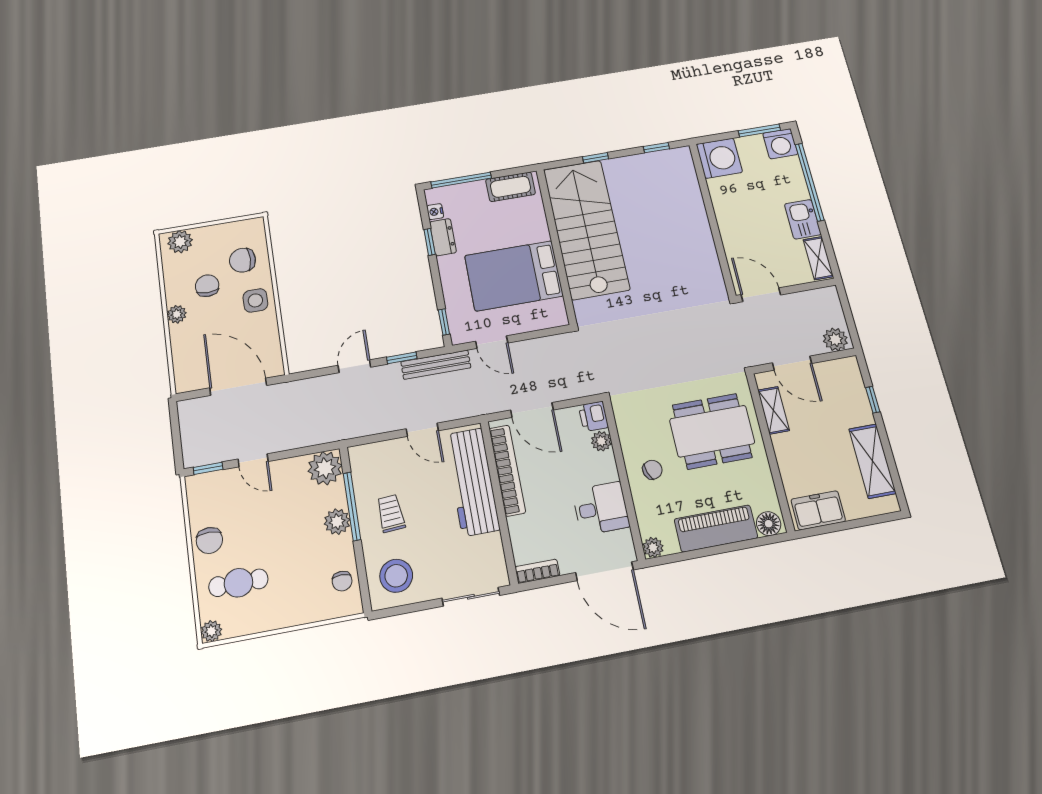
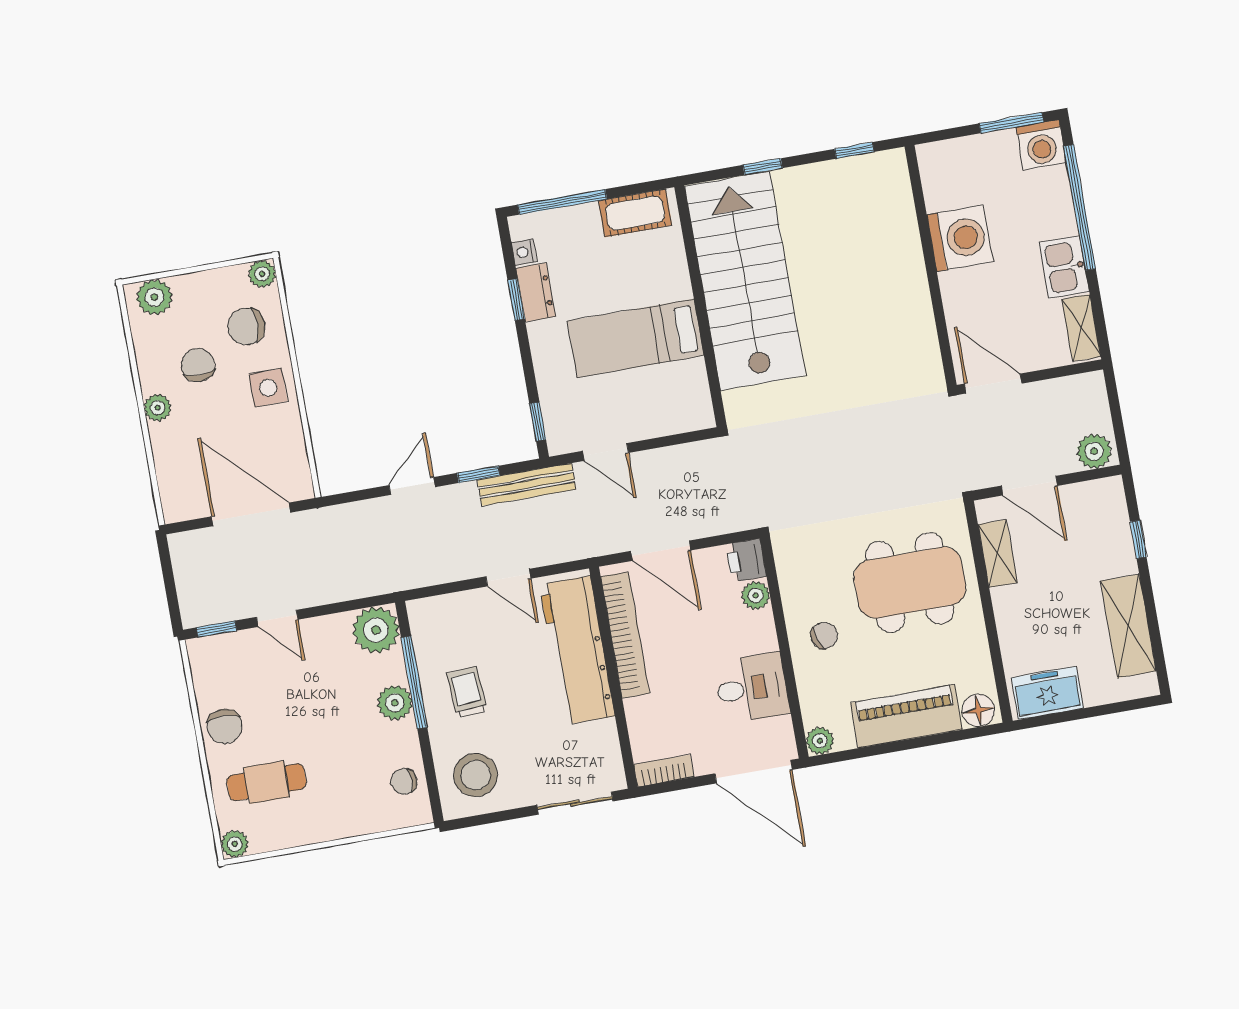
washing machine: (719, 158) -> (960, 238), moved
plant: (255, 226) -> (262, 274), added
bed: (514, 276) -> (636, 338), width x0.67
chair: (342, 581) -> (404, 781), turned 90

